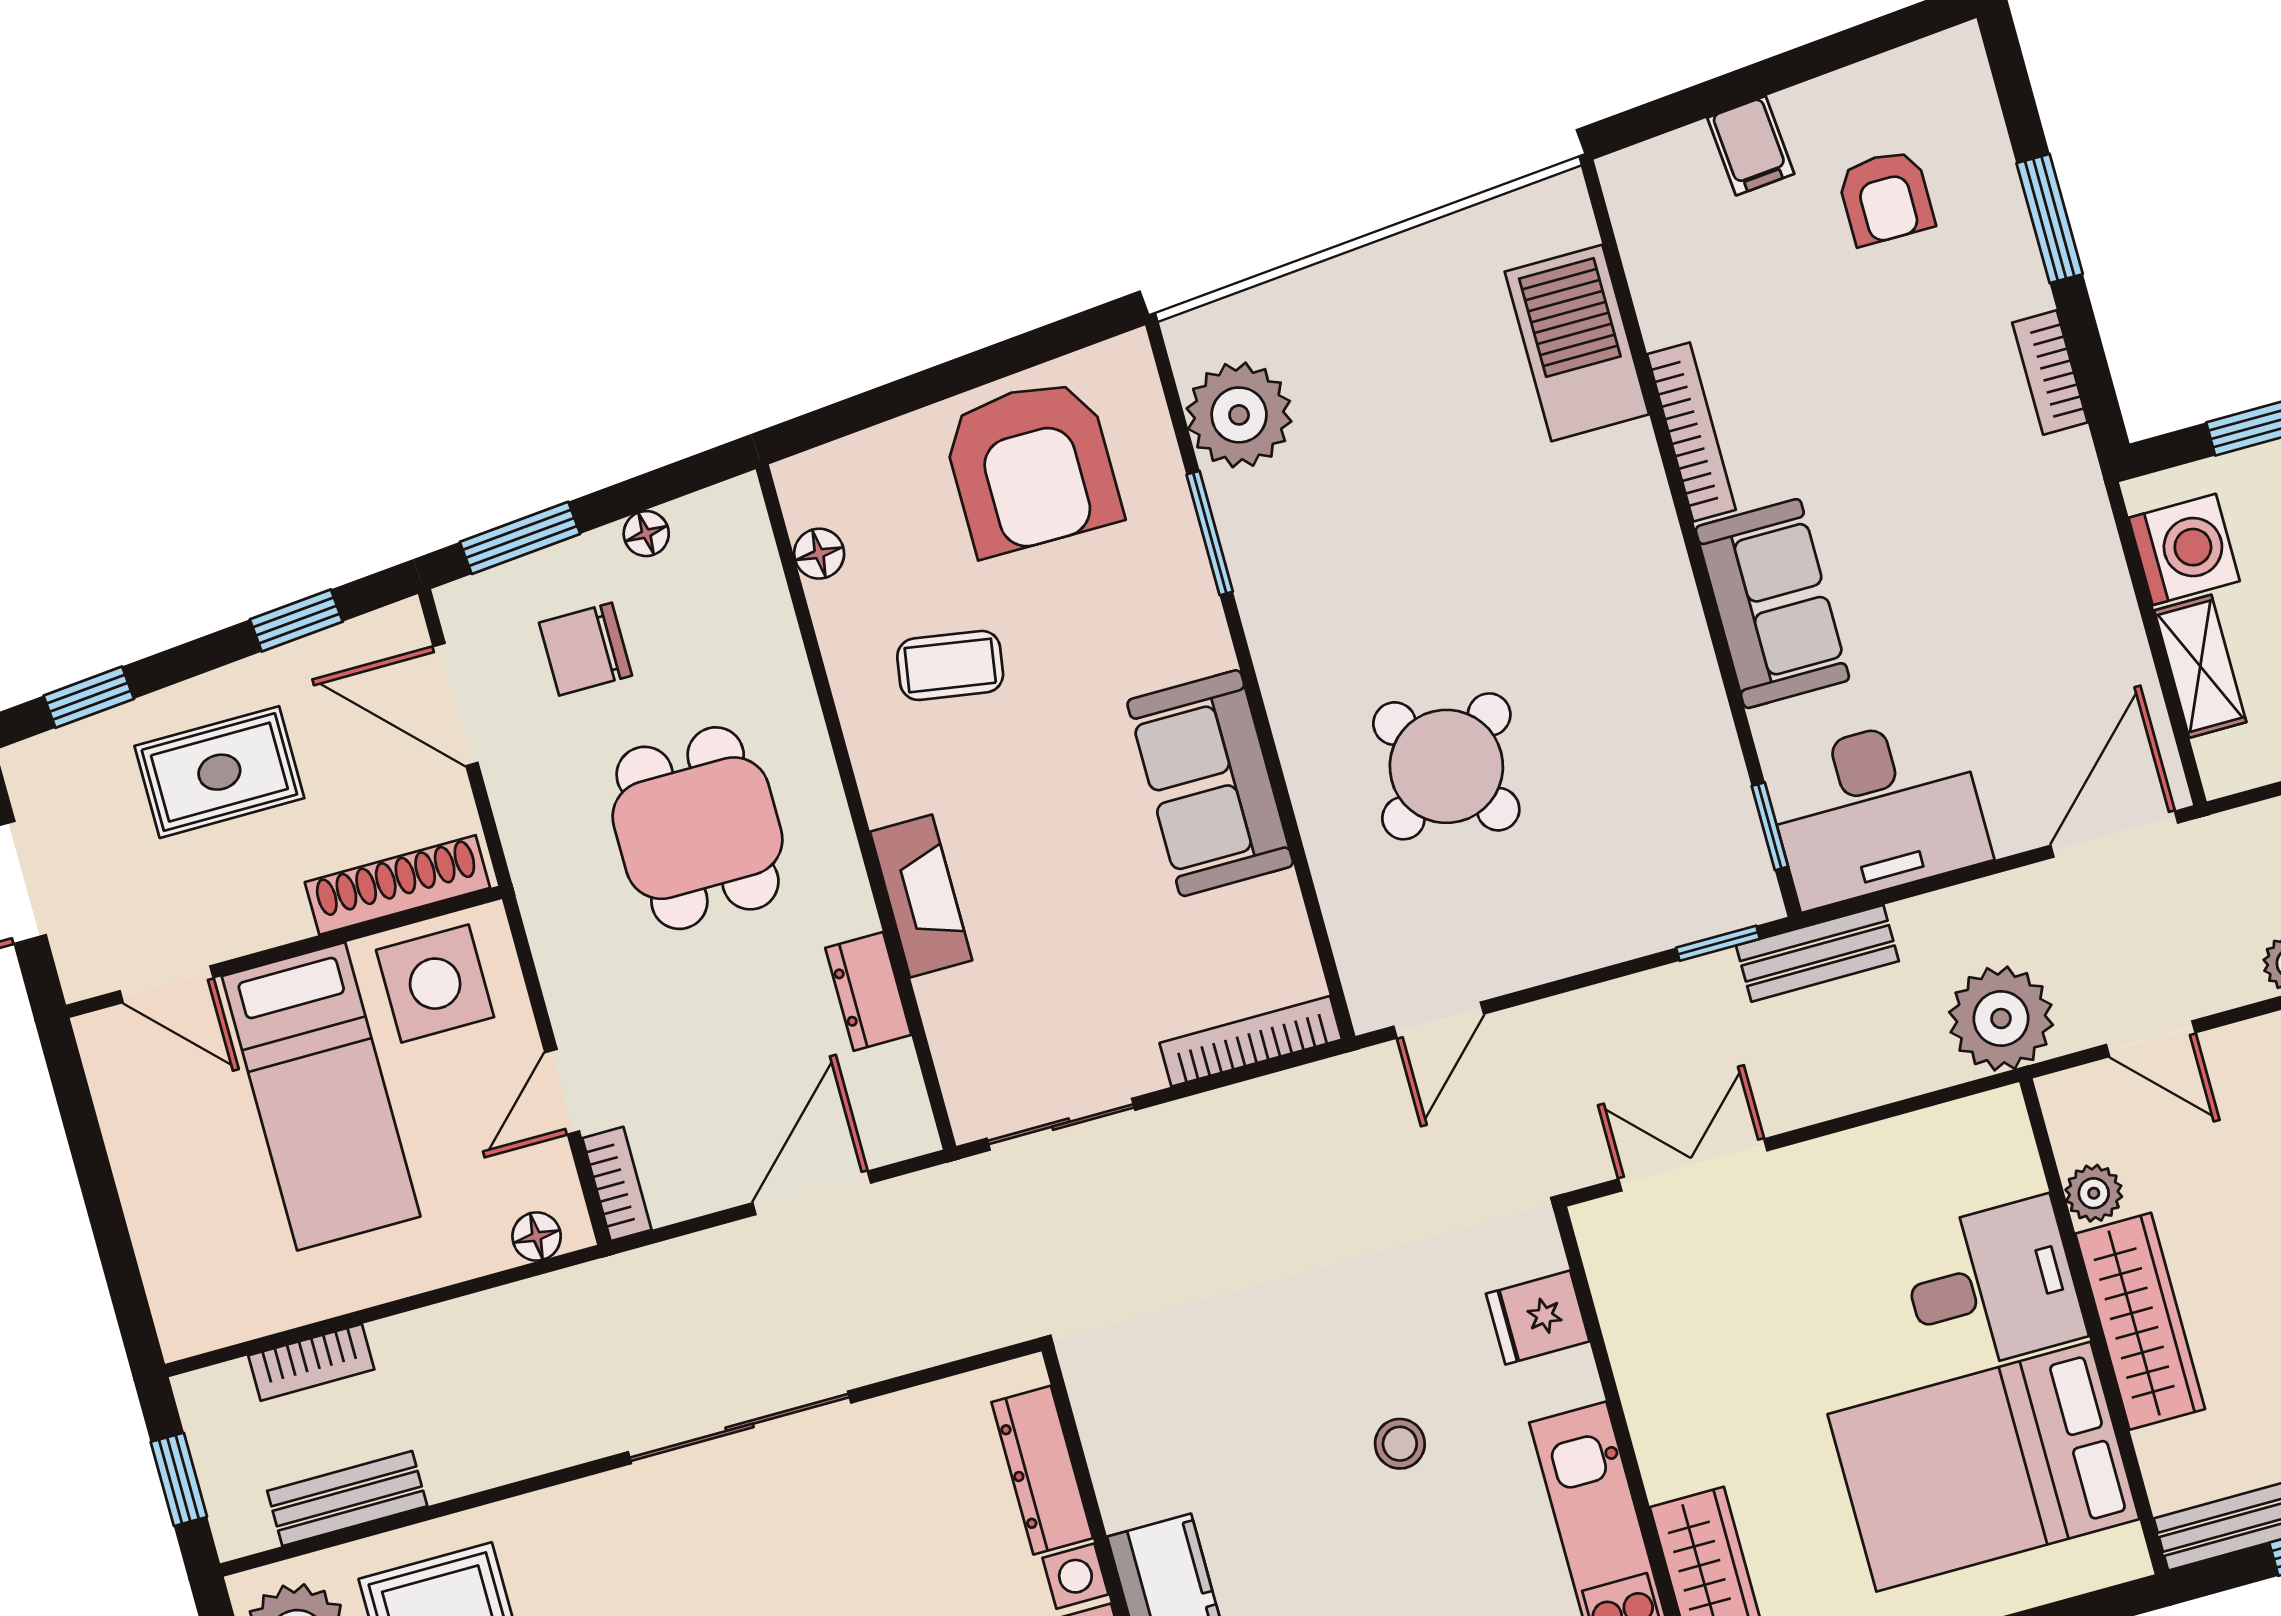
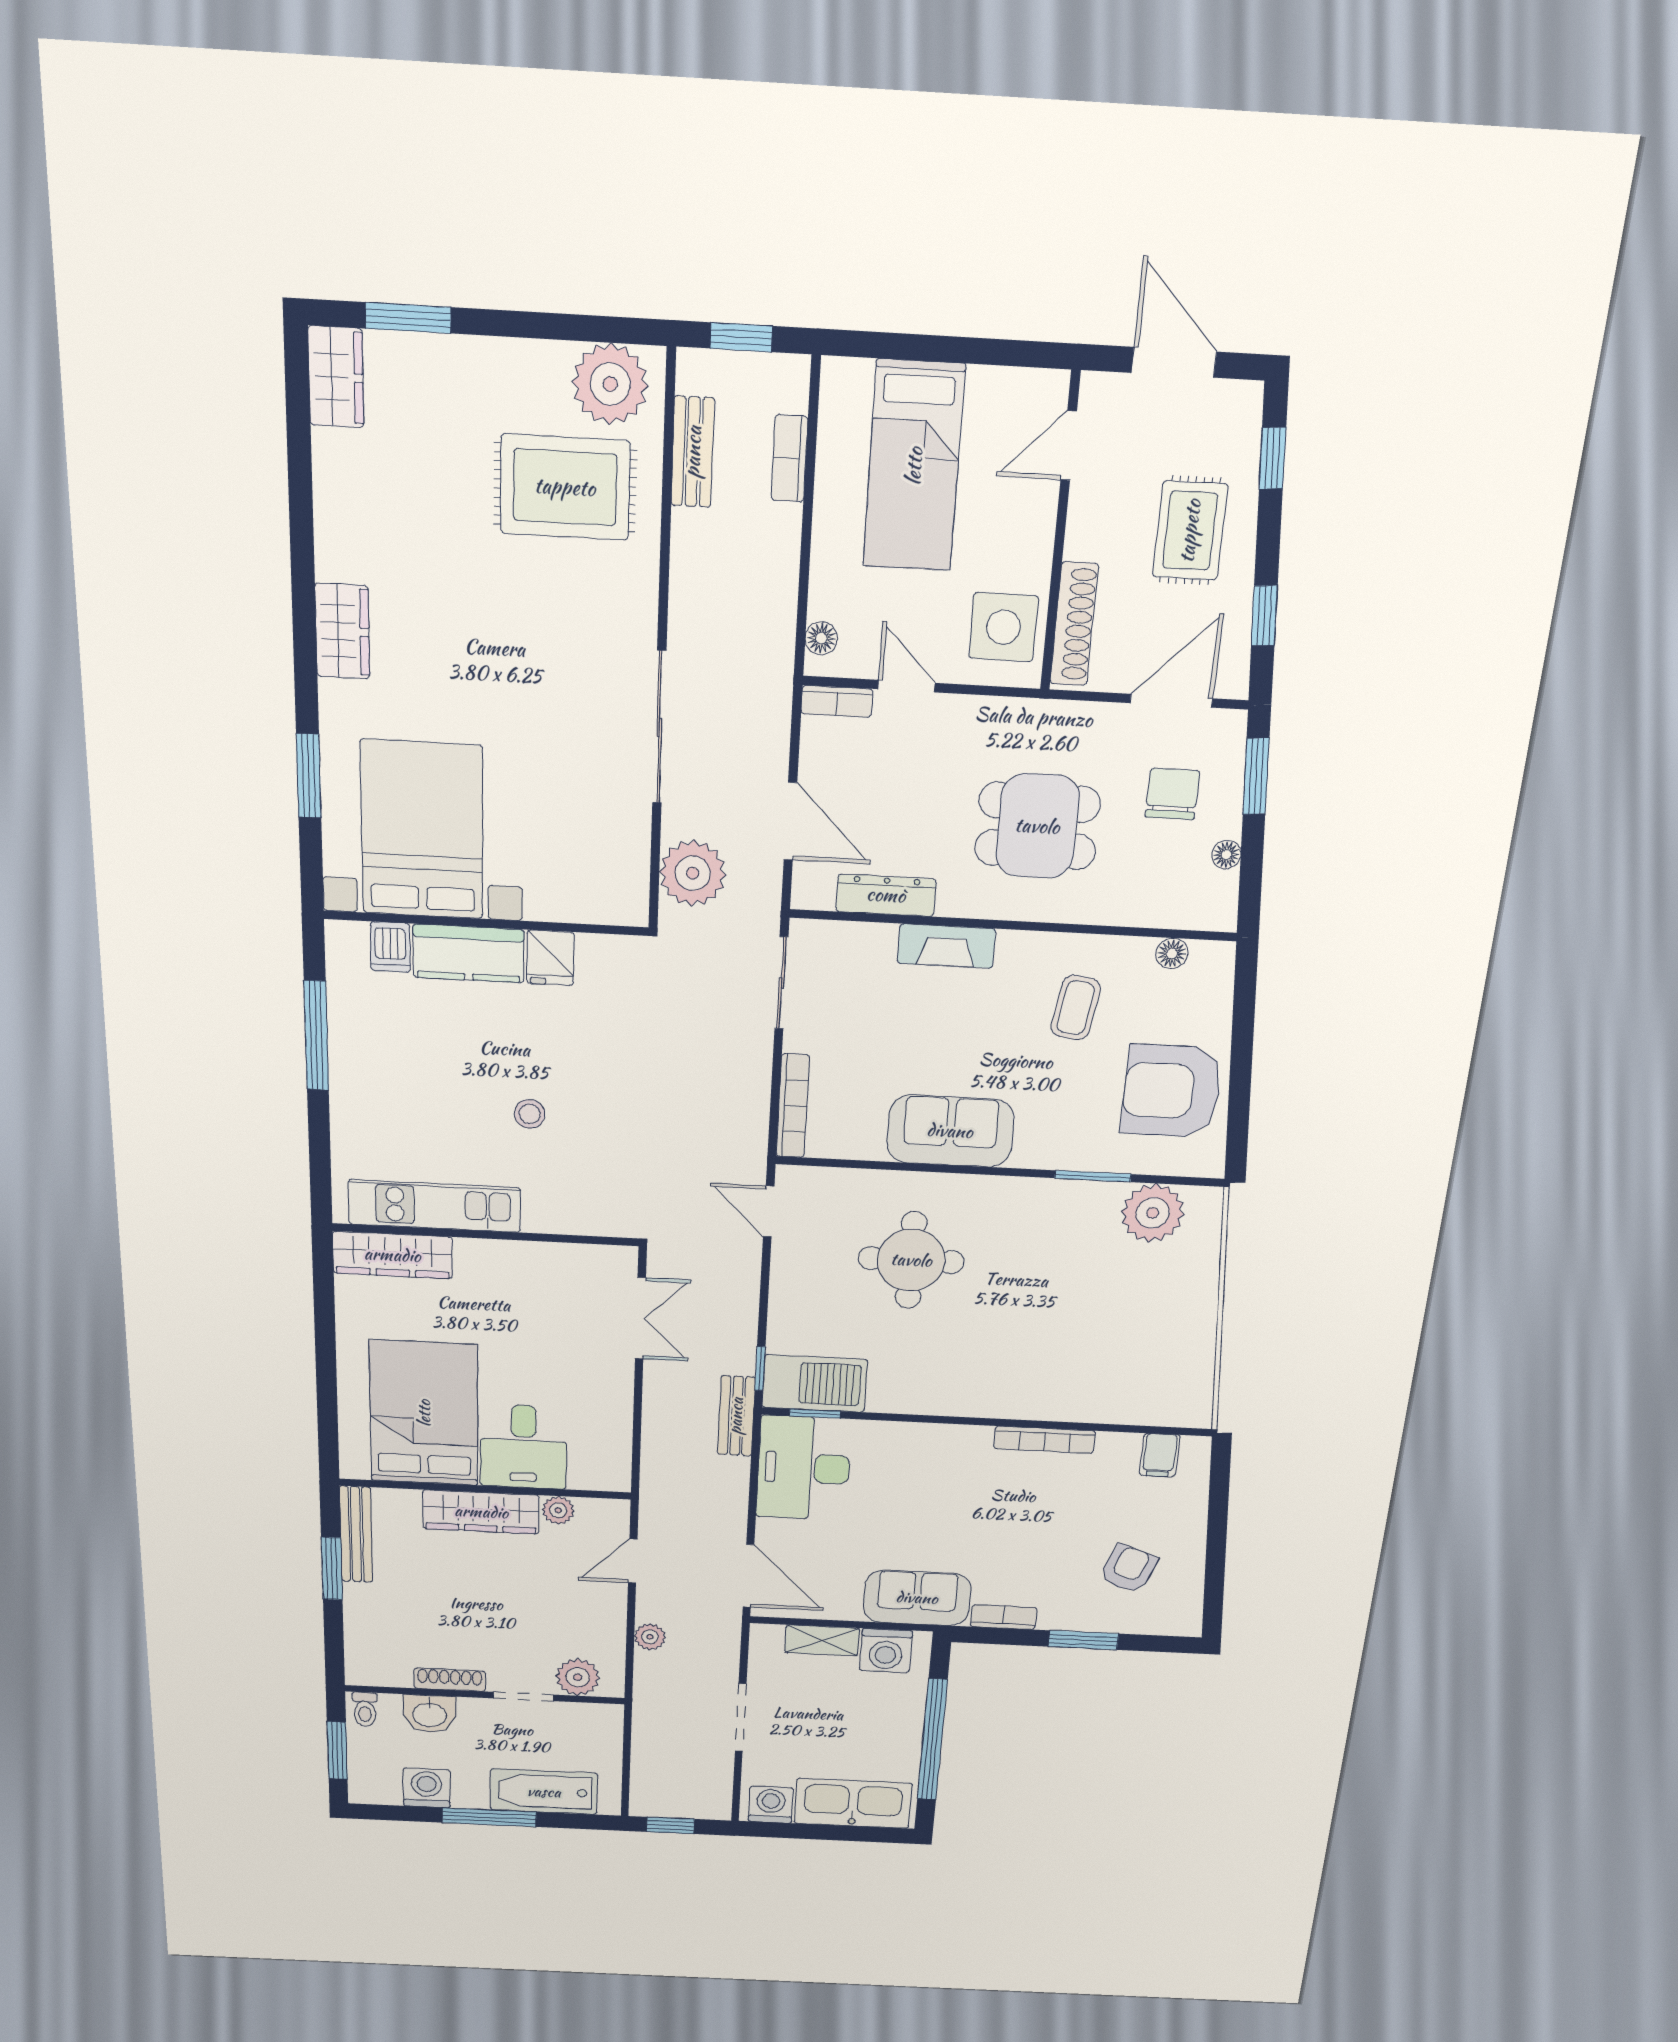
filing cabinet: (1751, 146) -> (1160, 1455), moved, turned -85
armchair: (1886, 197) -> (1128, 1569), turned 110
barbecue: (1577, 343) -> (815, 1383), moved
sofa: (1772, 604) -> (917, 1598), moved, turned 180
round table: (1446, 766) -> (911, 1260), turned 35
dresser: (868, 991) -> (886, 895), width x1.44
plant: (2001, 1019) -> (693, 873), moved
bed: (321, 1096) -> (914, 466), moved, turned -90
fridge: (1538, 1318) -> (550, 958), moved, turned 180
dresser: (1042, 1470) -> (576, 904), removed

